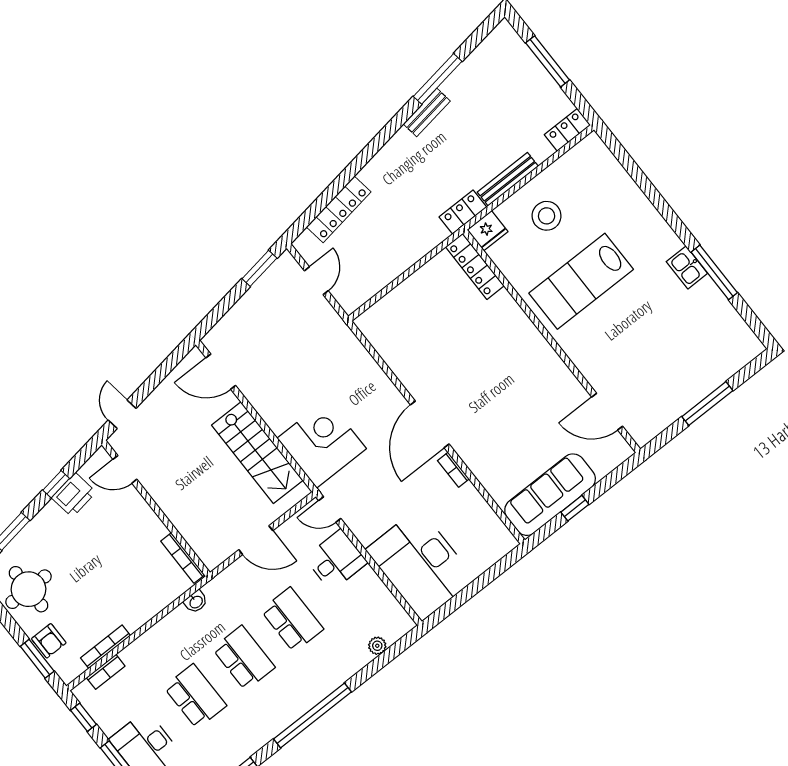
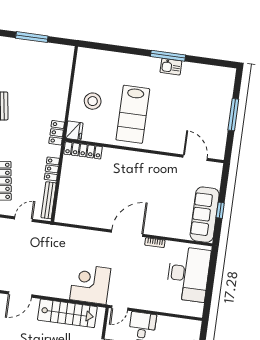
locker: (567, 130) -> (52, 169), moved
bench: (508, 179) -> (49, 200), moved
window: (714, 272) -> (168, 56), moved
door: (316, 281) -> (23, 219), hinge flipped
door: (607, 412) -> (195, 158), swing flipped
door: (430, 424) -> (127, 233), swing flipped
desk: (420, 564) -> (188, 274), moved, turned -90

